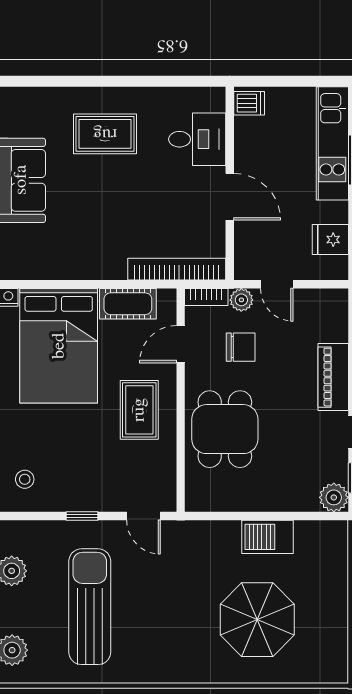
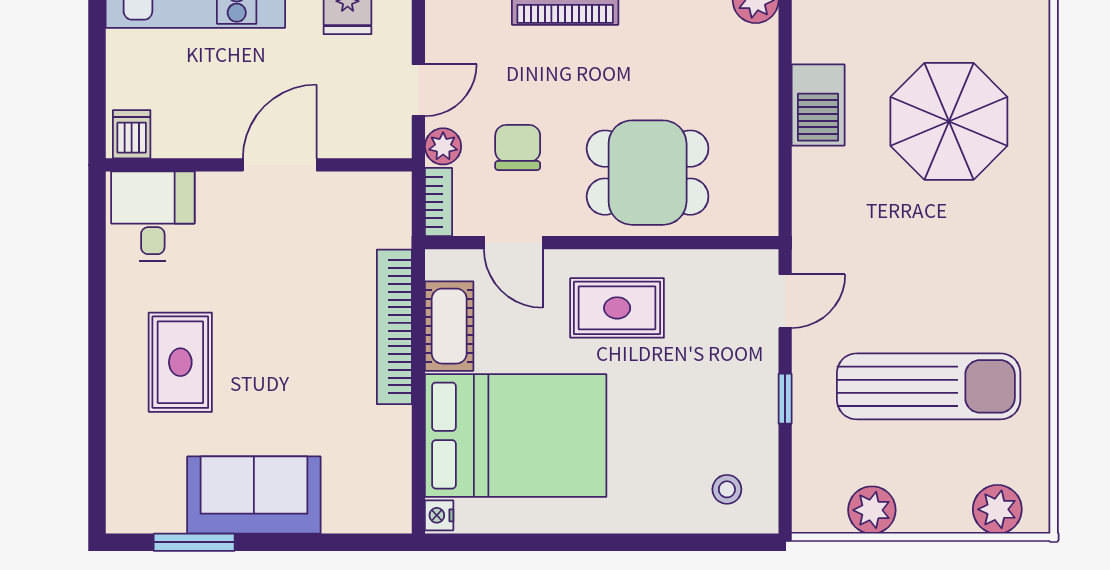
desk: (197, 139) -> (153, 216), moved
bookcase: (177, 269) -> (394, 327), moved
sun lounger: (90, 607) -> (929, 386), turned 180

